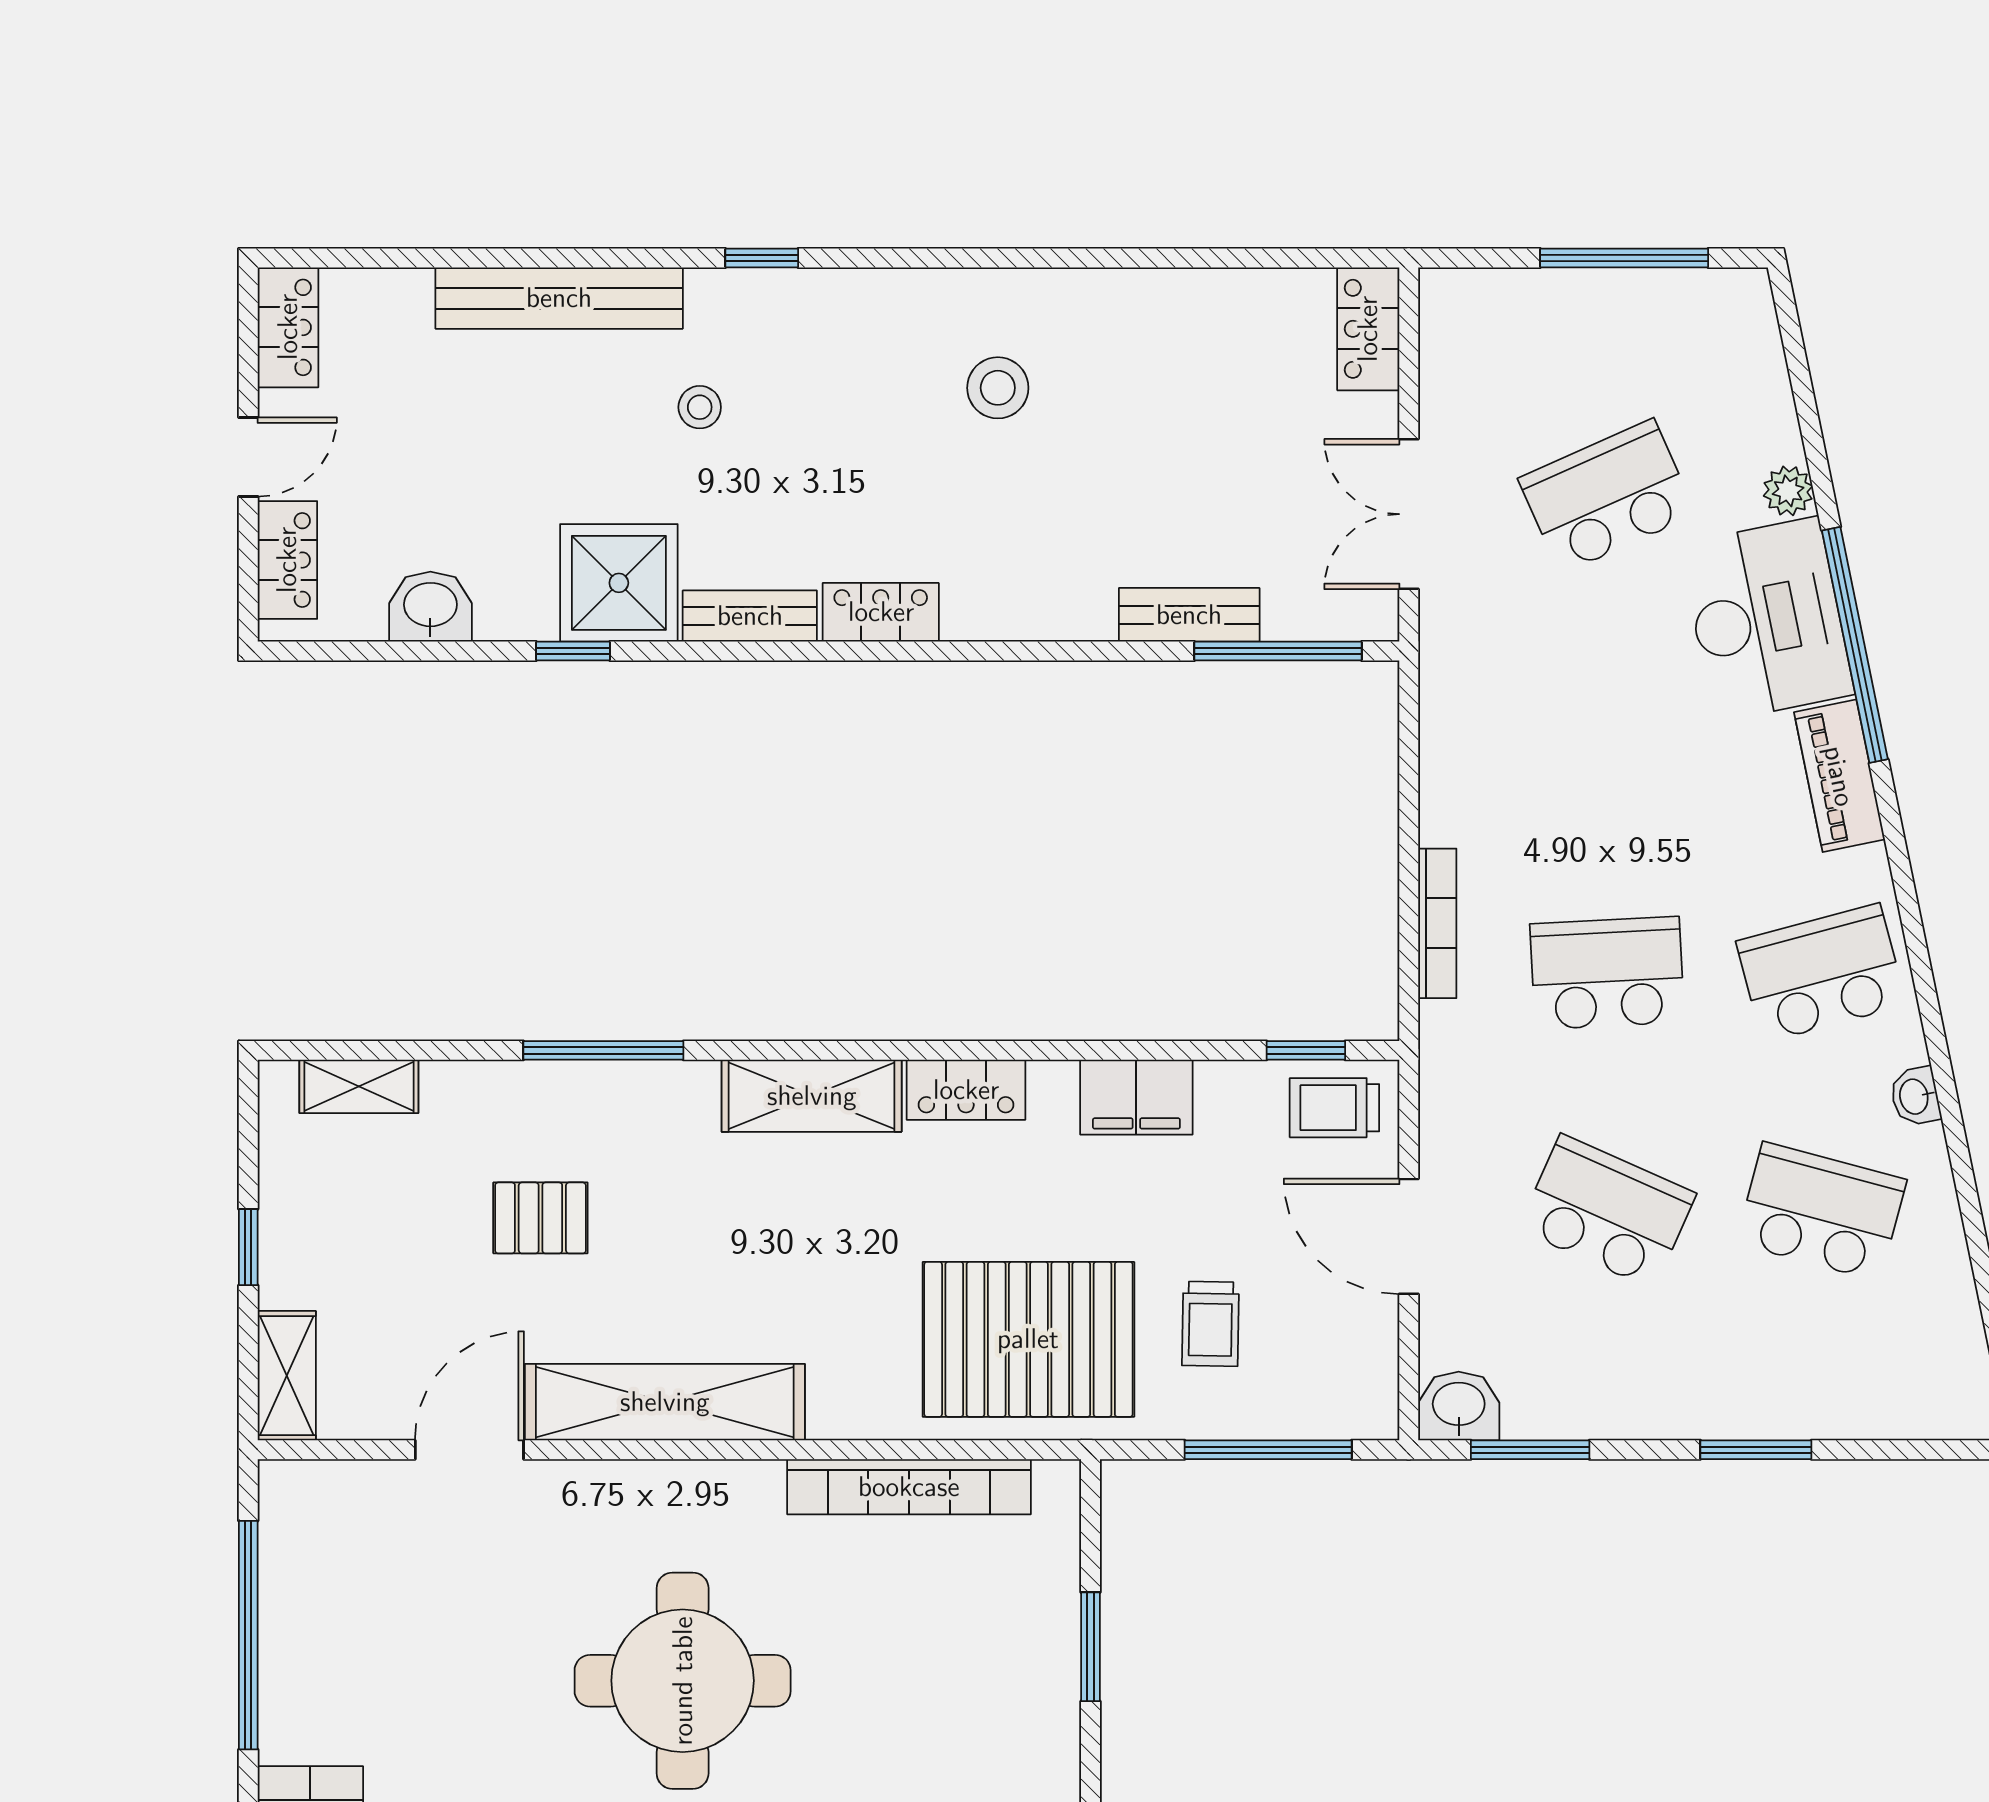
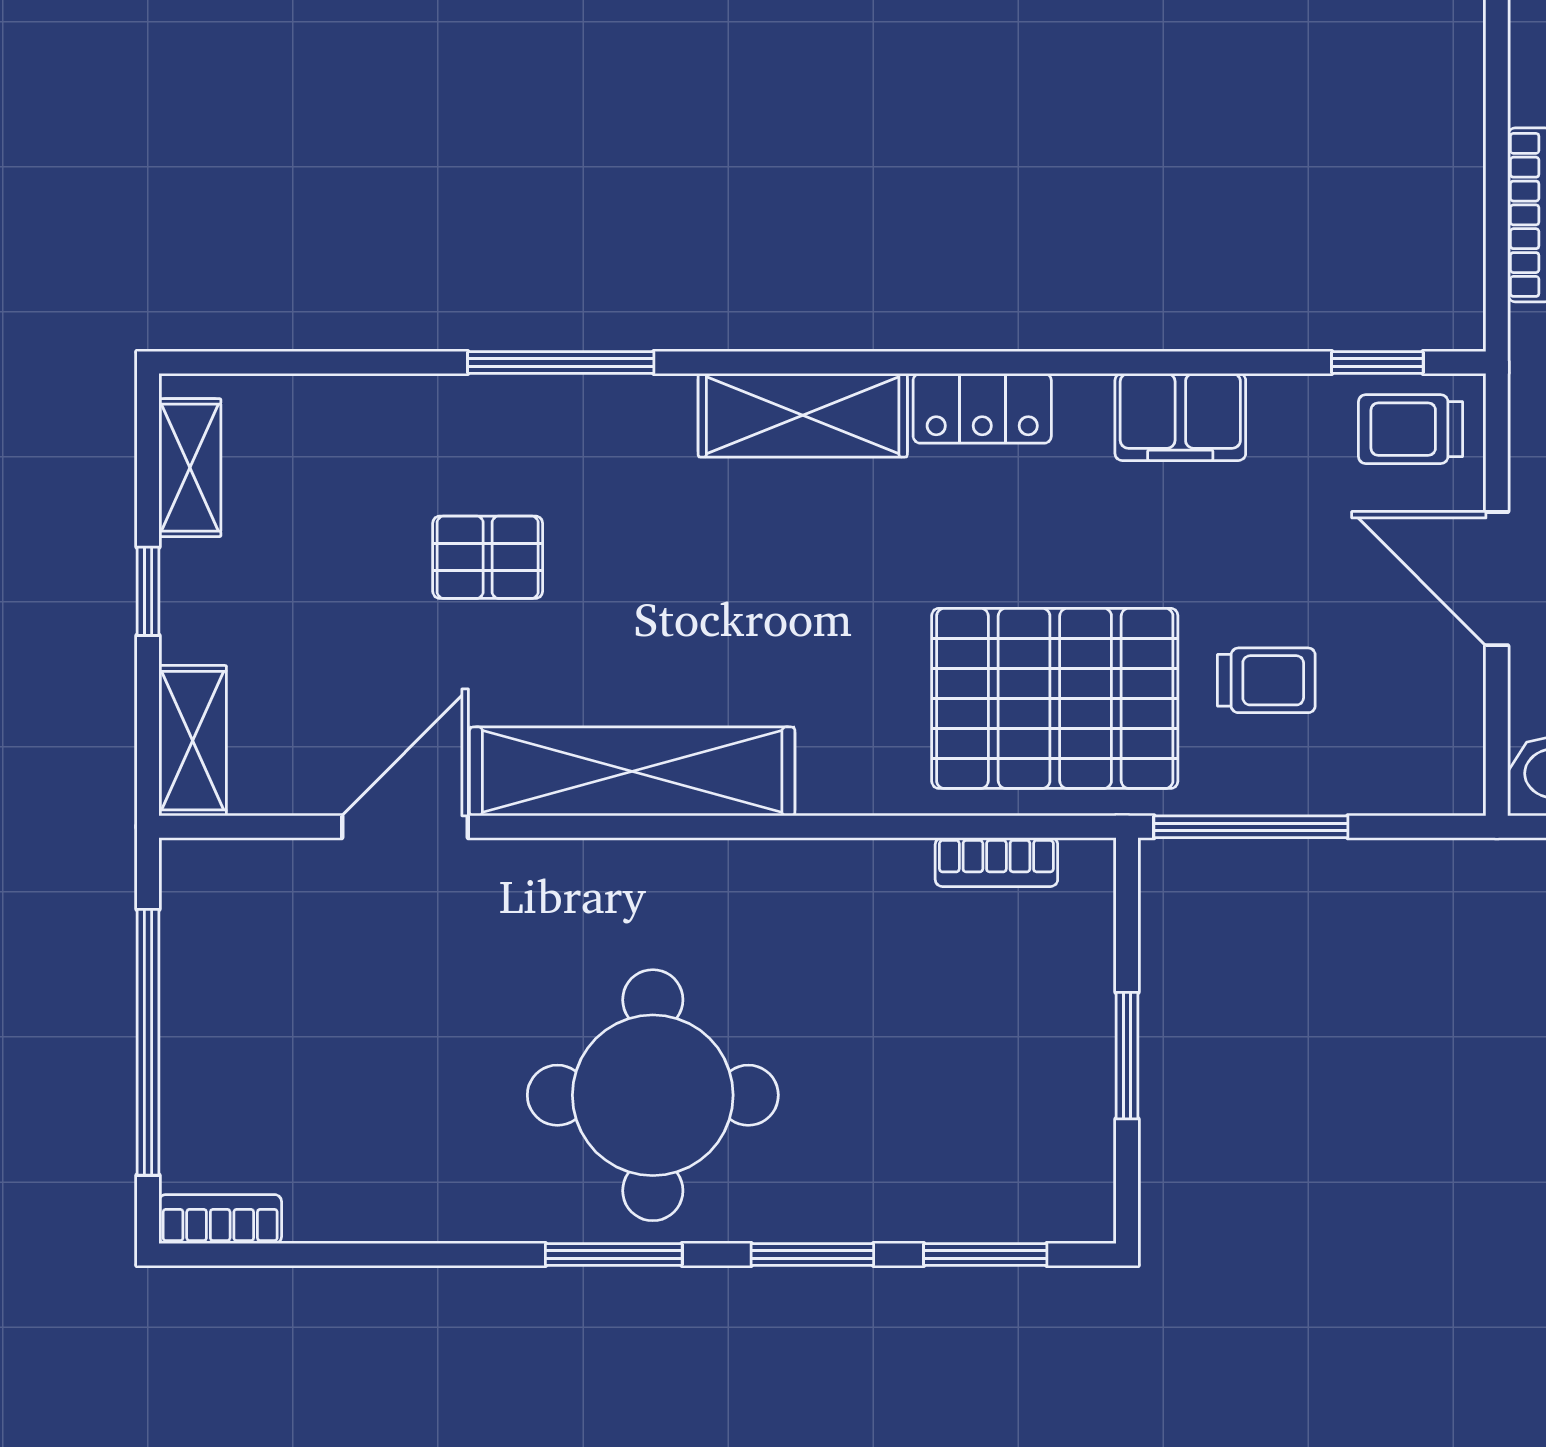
shelving: (359, 1086) -> (190, 468), moved, turned 90
trolley: (1210, 1324) -> (1266, 680), turned -91
window: (1268, 1450) -> (1251, 827), moved
bookcase: (909, 1487) -> (996, 862), width x0.43, depth x0.76

